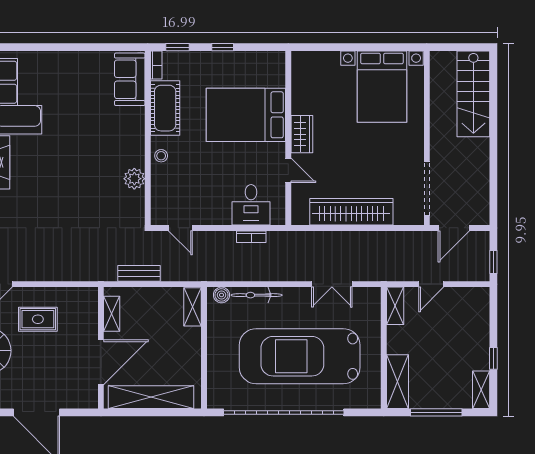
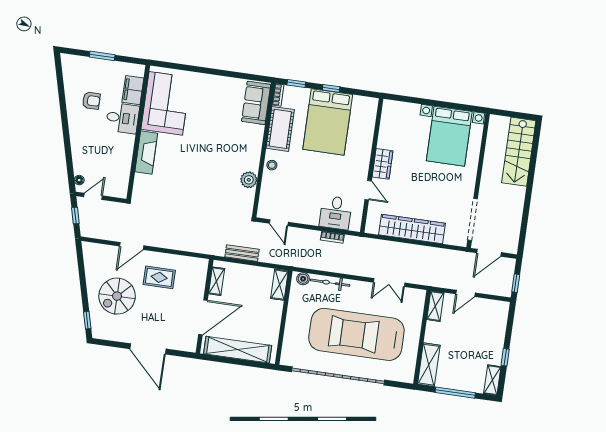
bed: (246, 115) -> (328, 122), moved, turned -90

